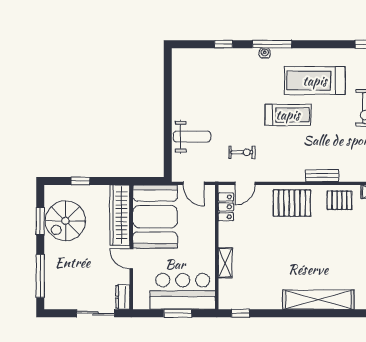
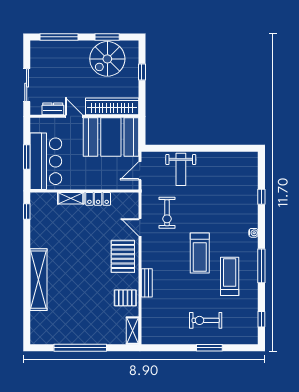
window: (272, 44) -> (261, 266), moved
treadmill: (315, 81) -> (230, 276), width x0.73, depth x0.73
exercise bike: (242, 152) -> (167, 213), width x1.38, depth x1.39
door: (245, 183) -> (140, 227), moved
pallet: (339, 200) -> (125, 298), turned 90
locker: (226, 207) -> (98, 199), moved
spiral stairs: (65, 221) -> (107, 59), turned -90
door: (131, 259) -> (74, 116), hinge flipped
dresser: (123, 297) -> (53, 109), moved

